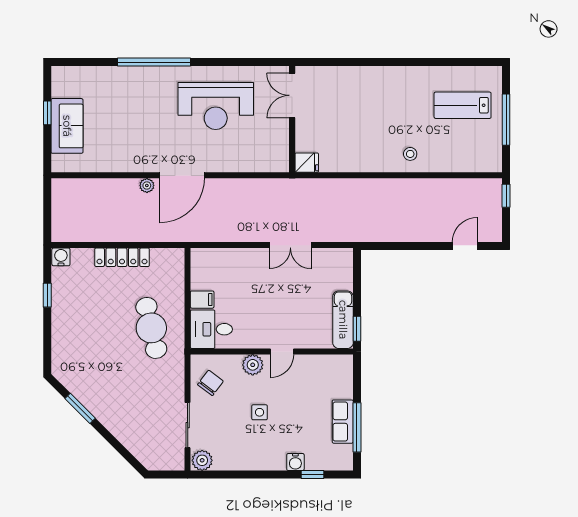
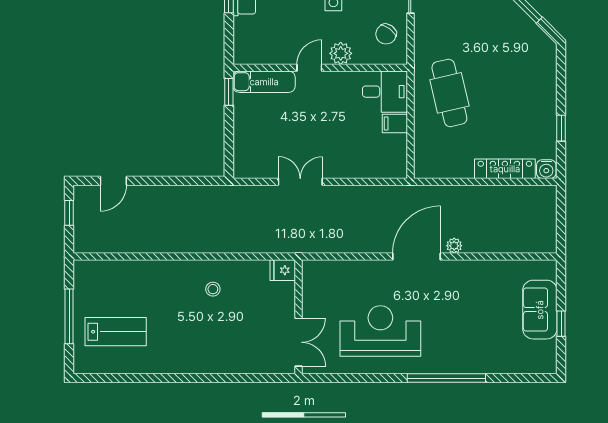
stool: (410, 154) -> (213, 289), moved
window: (506, 196) -> (69, 213), moved
locker: (122, 257) -> (505, 169), moved
exam couch: (343, 320) -> (264, 82), moved, turned 90

